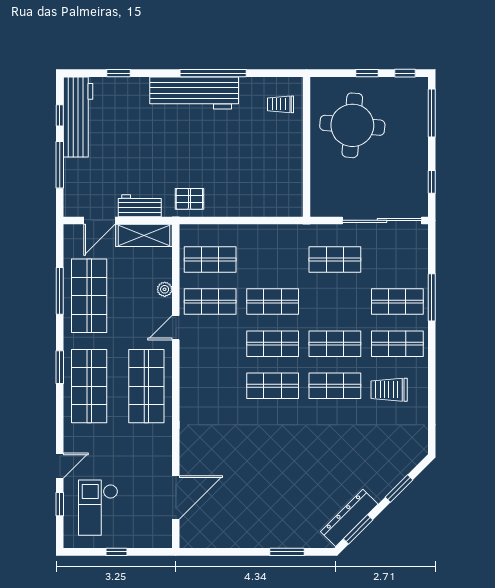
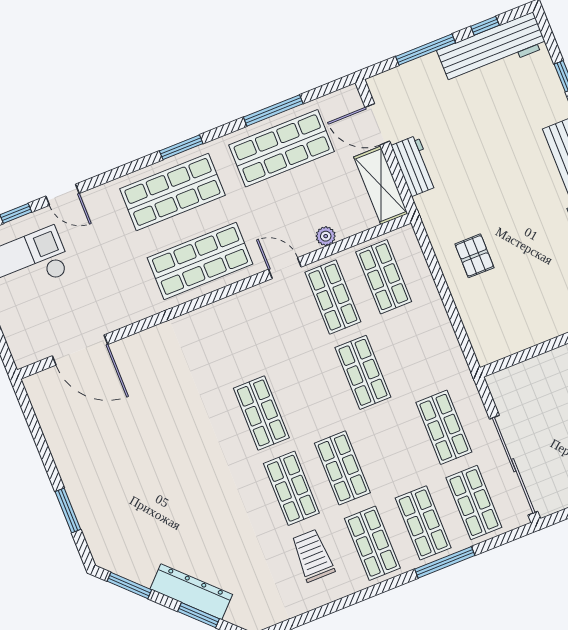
pallet: (189, 199) -> (474, 256), moved
shop shelf: (273, 344) -> (474, 503), moved
dresser: (349, 518) -> (191, 592), moved

